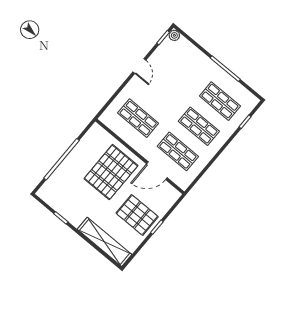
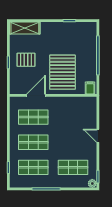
door: (139, 66) -> (98, 136), moved
shop shelf: (138, 118) -> (73, 167), moved
filing cabinet: (97, 133) -> (90, 88), added
pallet: (137, 215) -> (26, 60), width x0.67, depth x0.71
shelving: (105, 242) -> (25, 28), width x0.68

